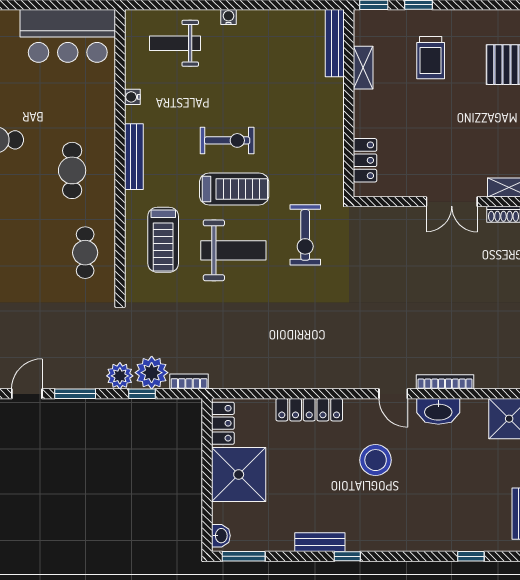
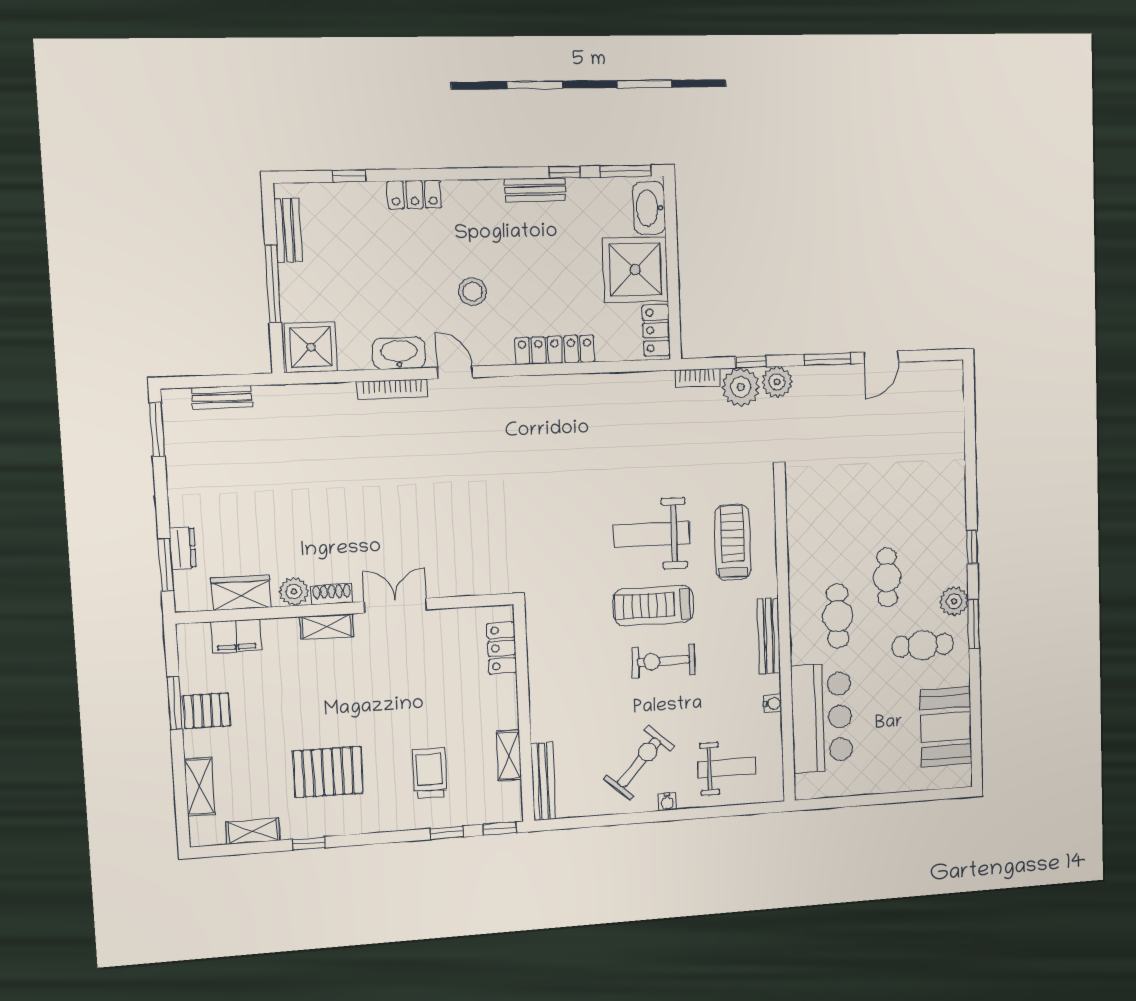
bar counter: (68, 36) -> (822, 718), moved, turned 90
exercise bike: (305, 235) -> (639, 763), moved, turned 42
cafe table: (85, 253) -> (887, 577), moved
stool: (376, 460) -> (472, 292), width x0.73, depth x0.73
washbasin: (221, 536) -> (649, 208), width x1.91, depth x1.45
locker: (419, 540) -> (414, 195), added
window: (347, 556) -> (564, 172), moved

